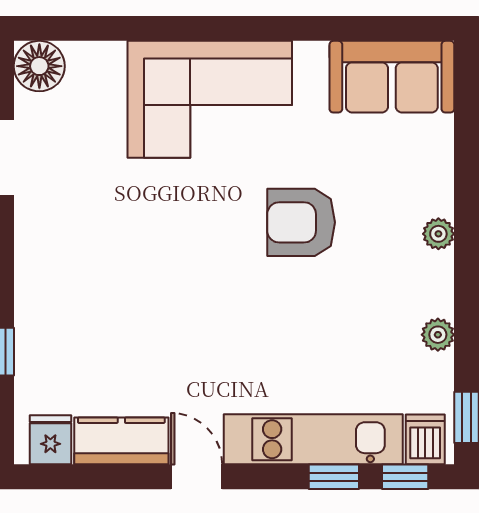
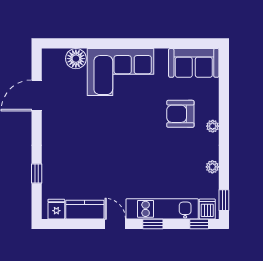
floor lamp: (39, 66) -> (76, 59), moved
armchair: (301, 222) -> (180, 114), moved
window: (334, 477) -> (153, 224), moved

